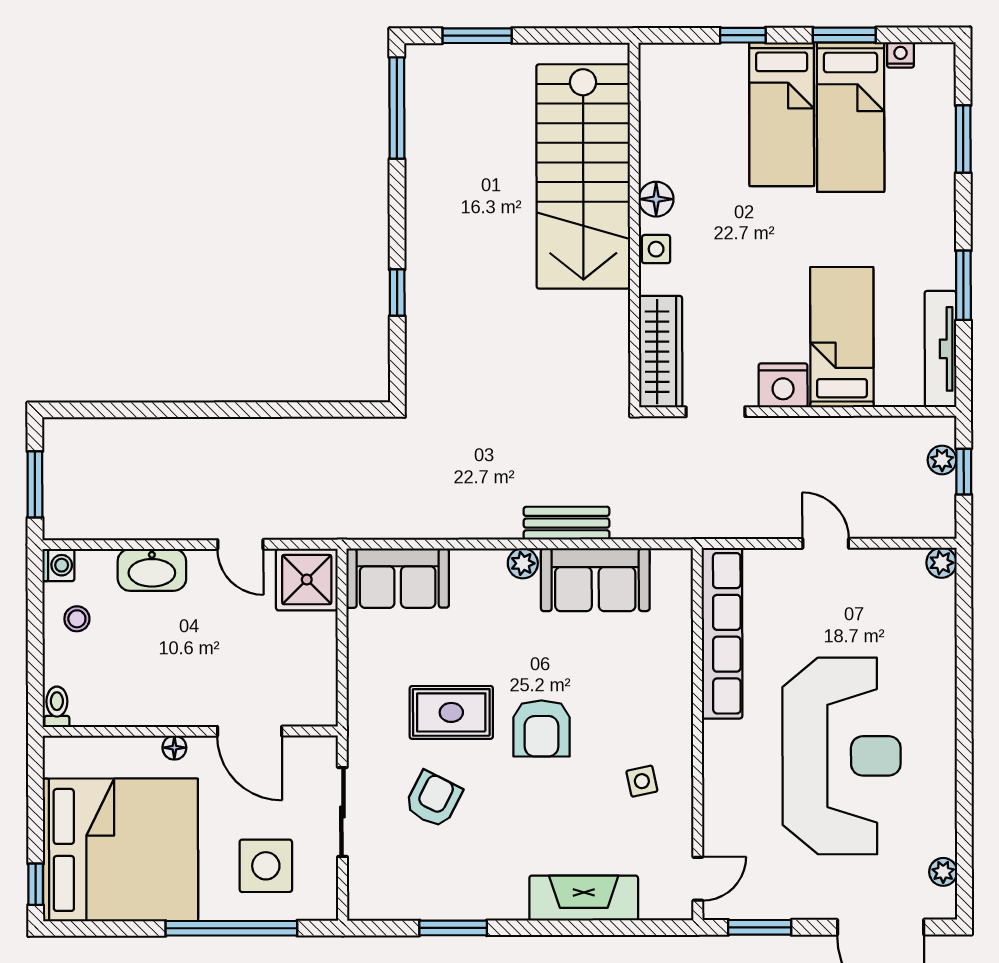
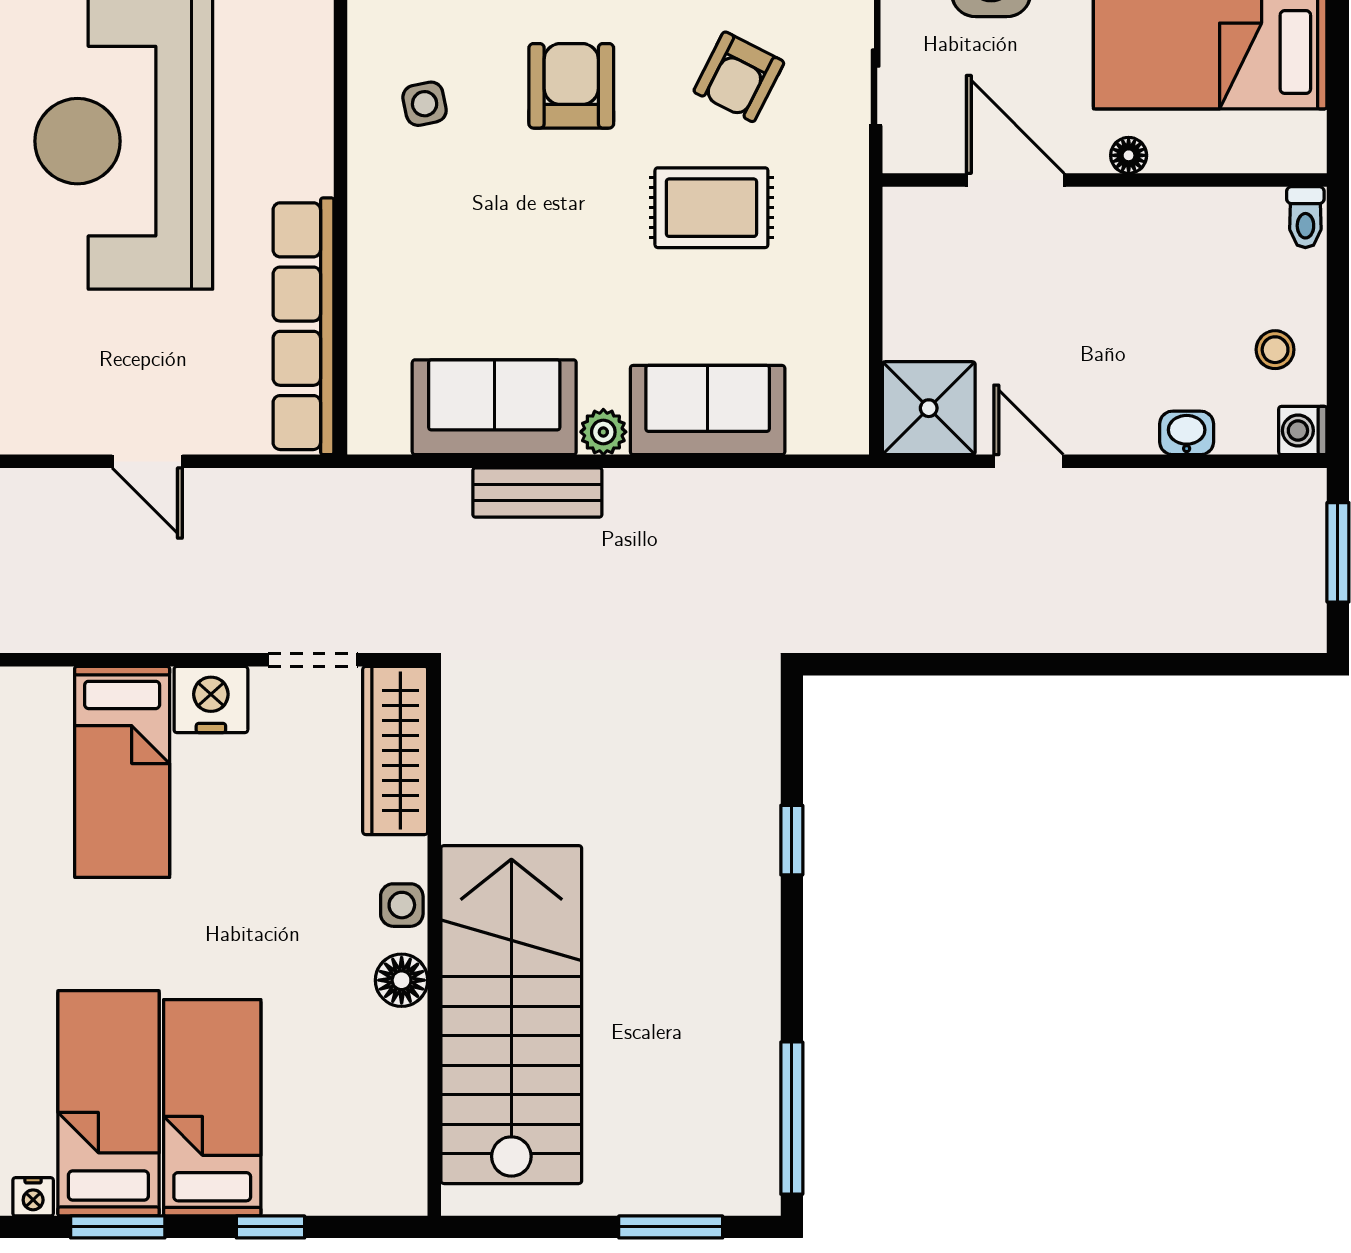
washbasin: (152, 570) -> (1187, 433), width x0.52, depth x0.69
sofa: (398, 578) -> (708, 410), moved
armchair: (541, 728) -> (571, 86), moved

